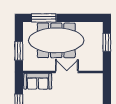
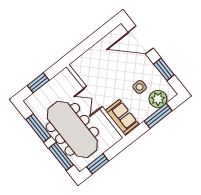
window: (76, 18) -> (38, 128), added
window: (19, 51) -> (98, 164), moved

